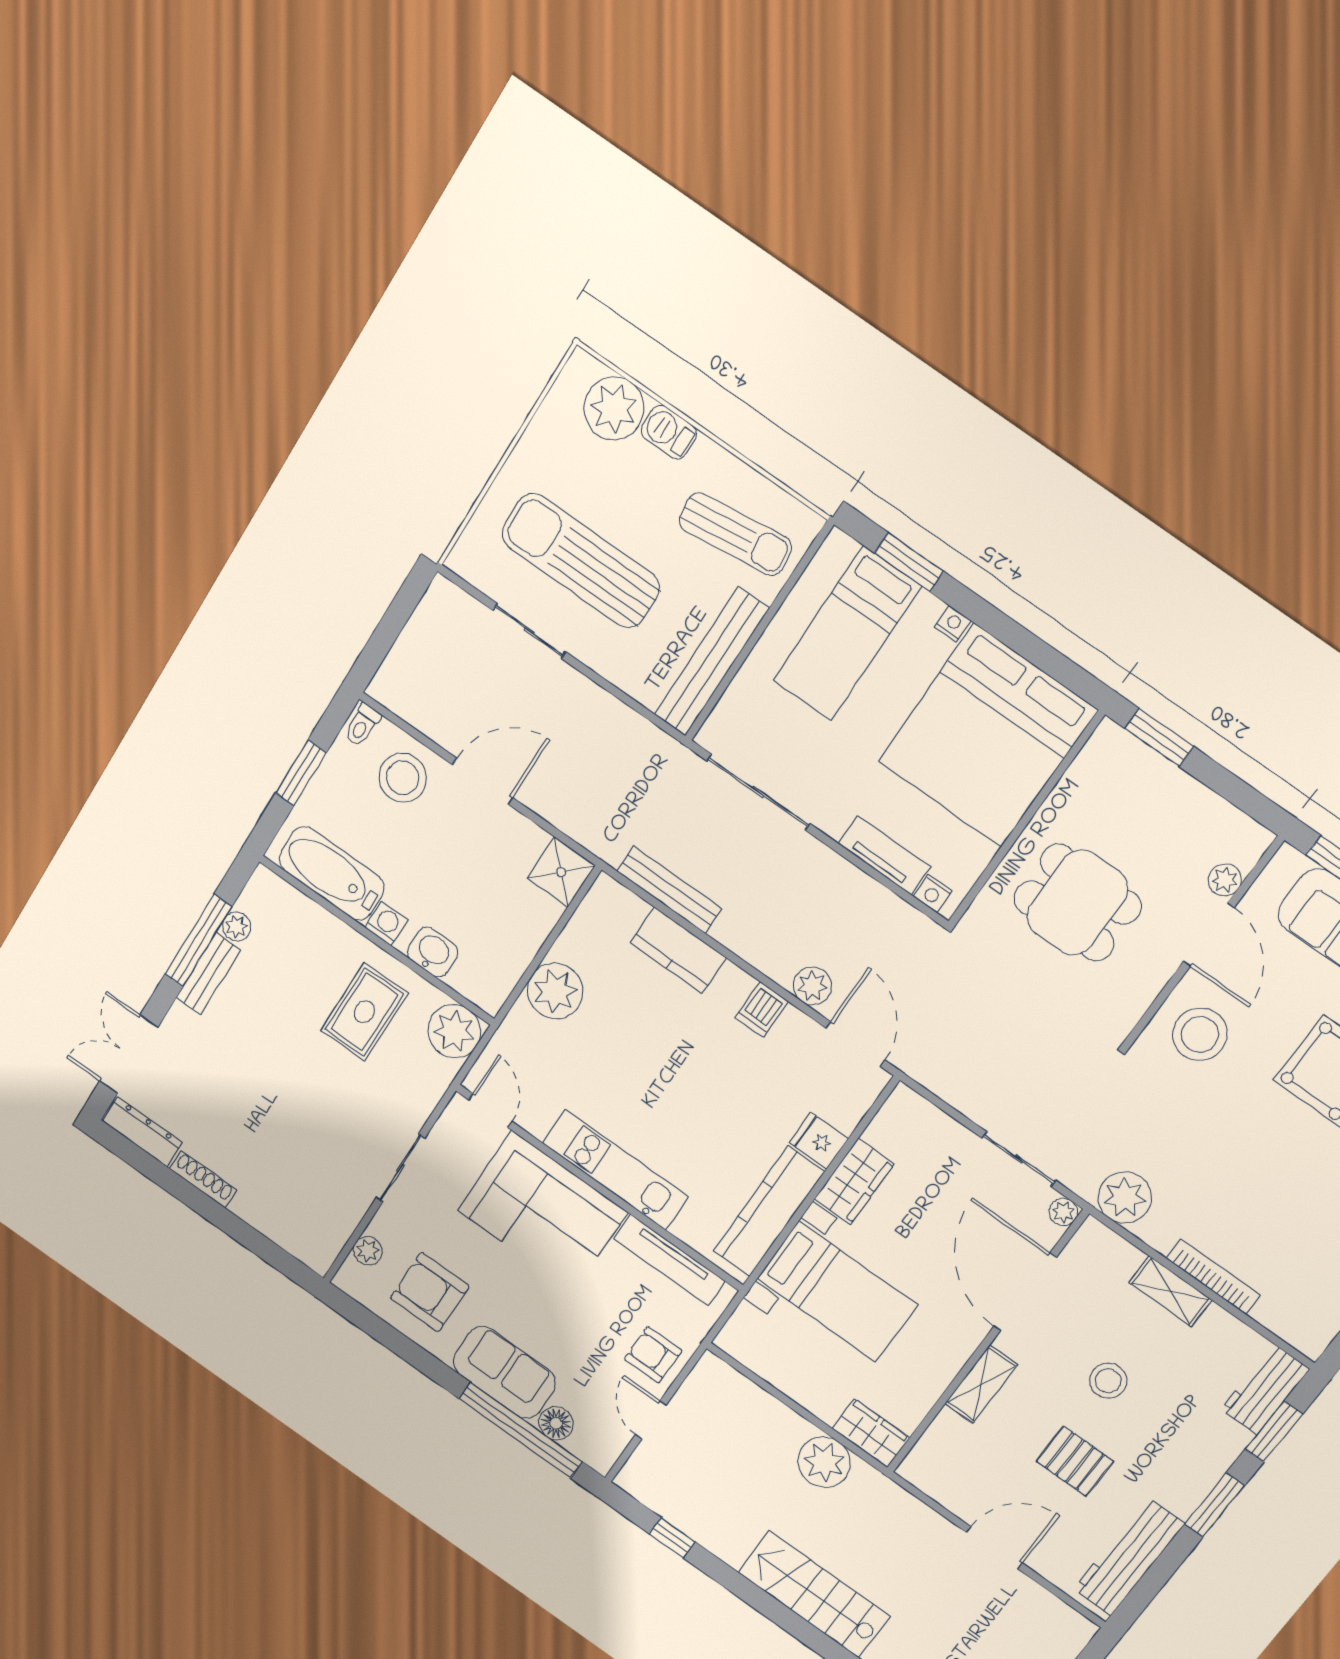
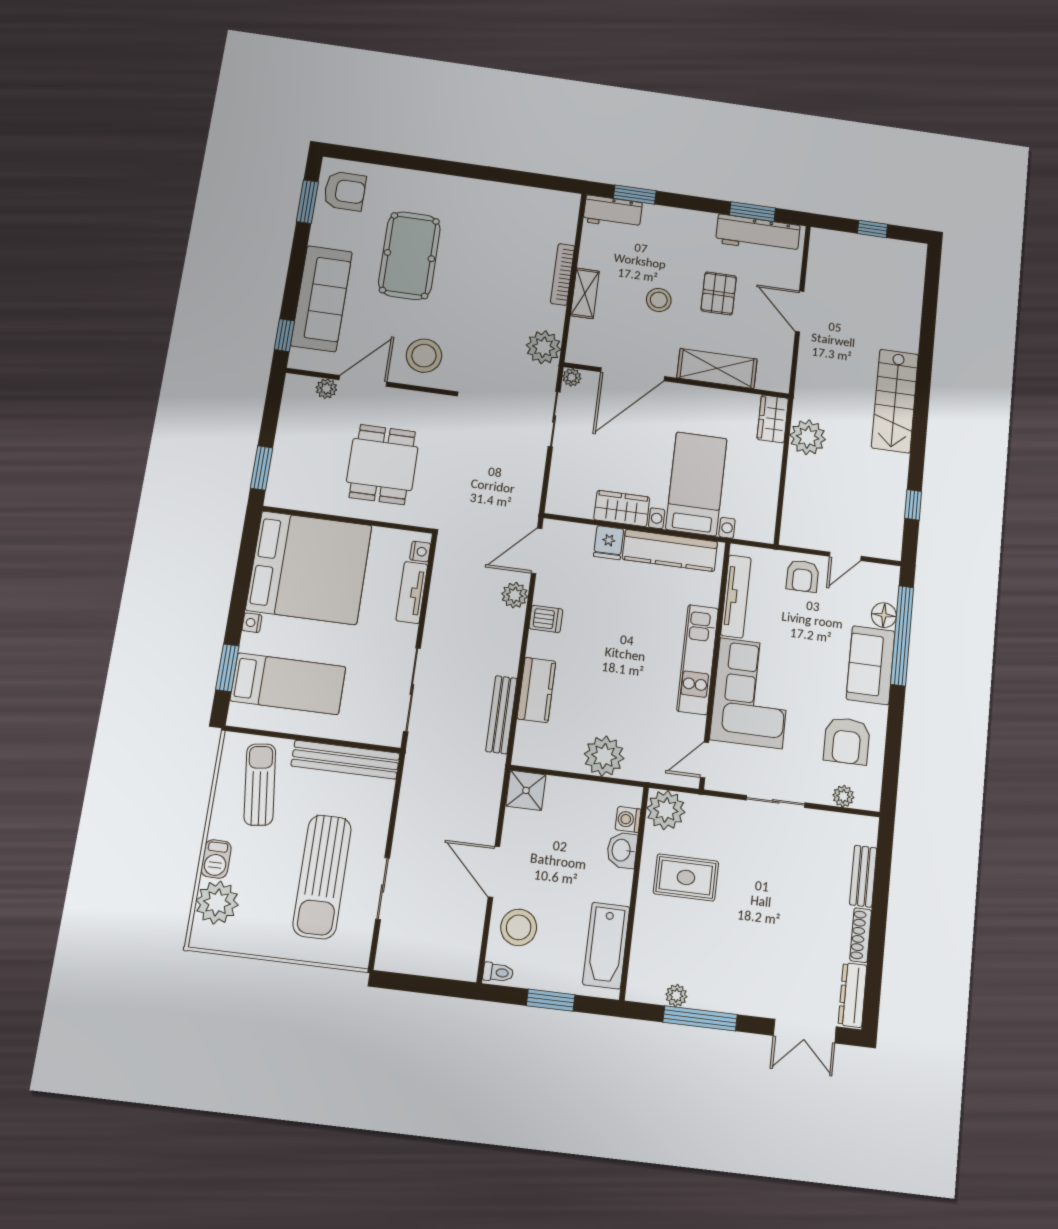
washing machine: (387, 924) -> (628, 819), moved
bench: (208, 974) -> (863, 876), moved, turned 90
shelving: (981, 1384) -> (717, 368), width x1.50, depth x1.33
window: (1214, 1505) -> (752, 212), moved

